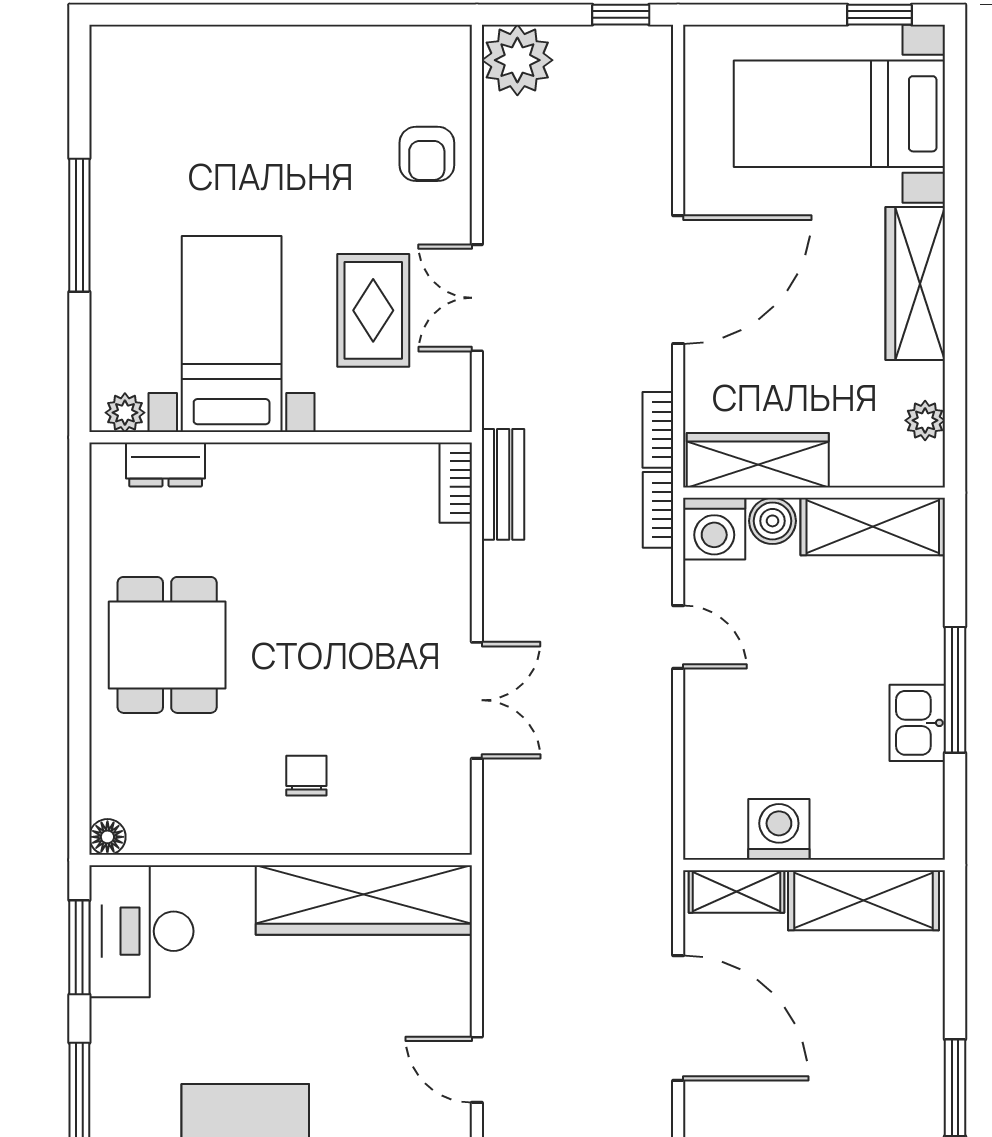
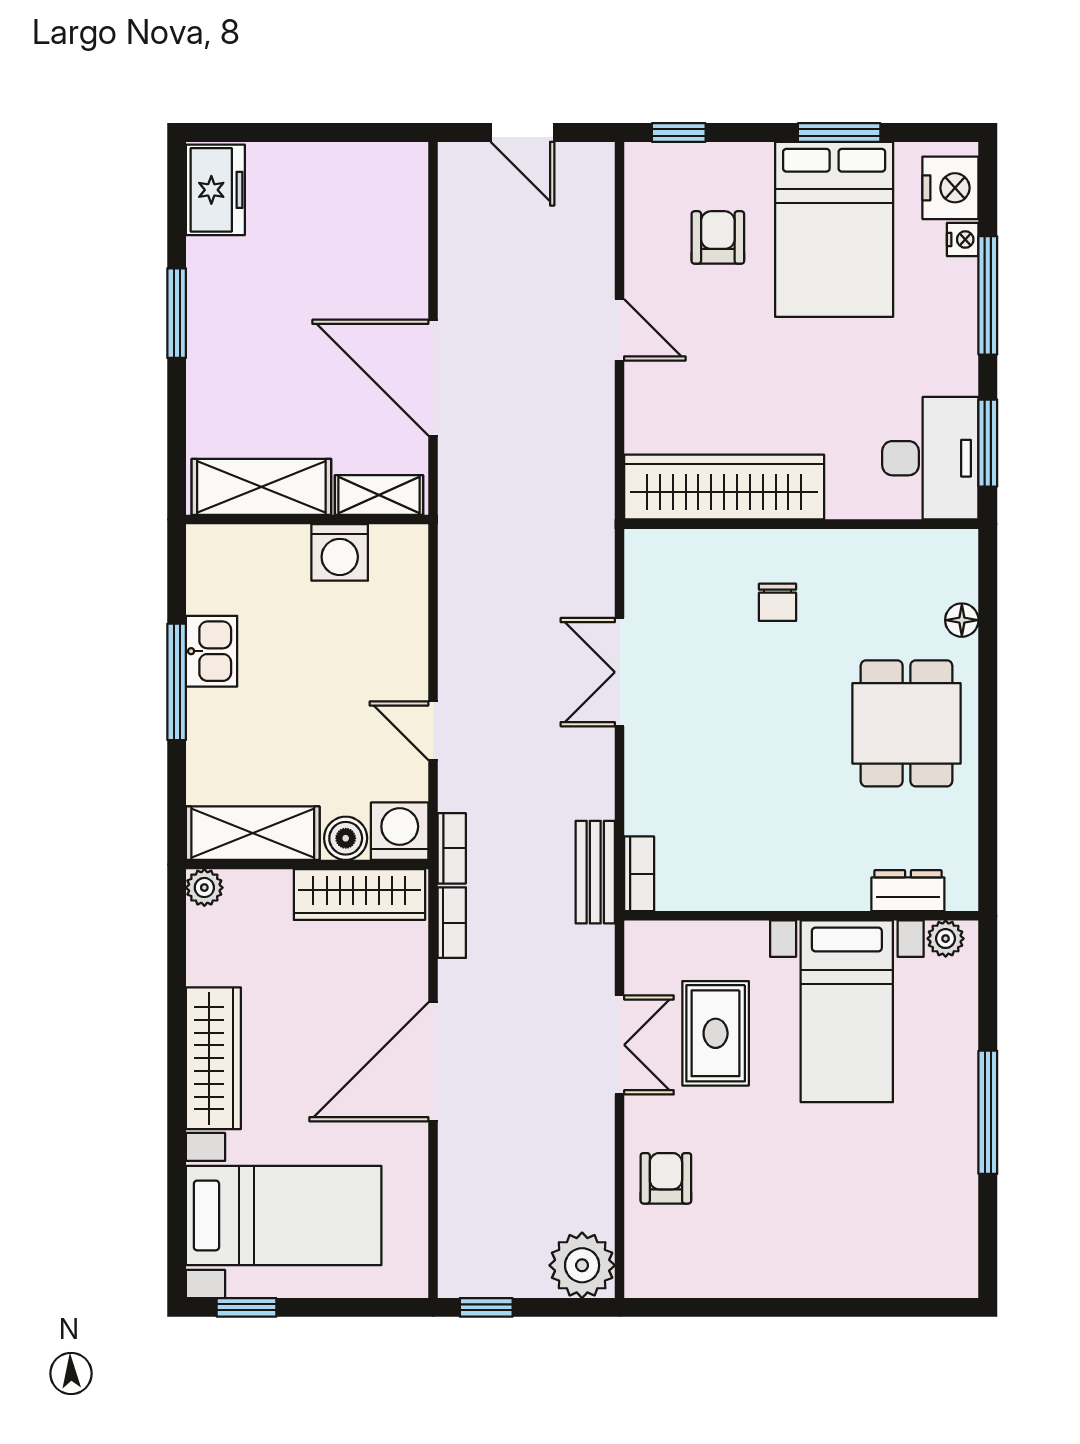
plant: (925, 420) -> (204, 888), moved
floor lamp: (107, 837) -> (962, 620), moved

